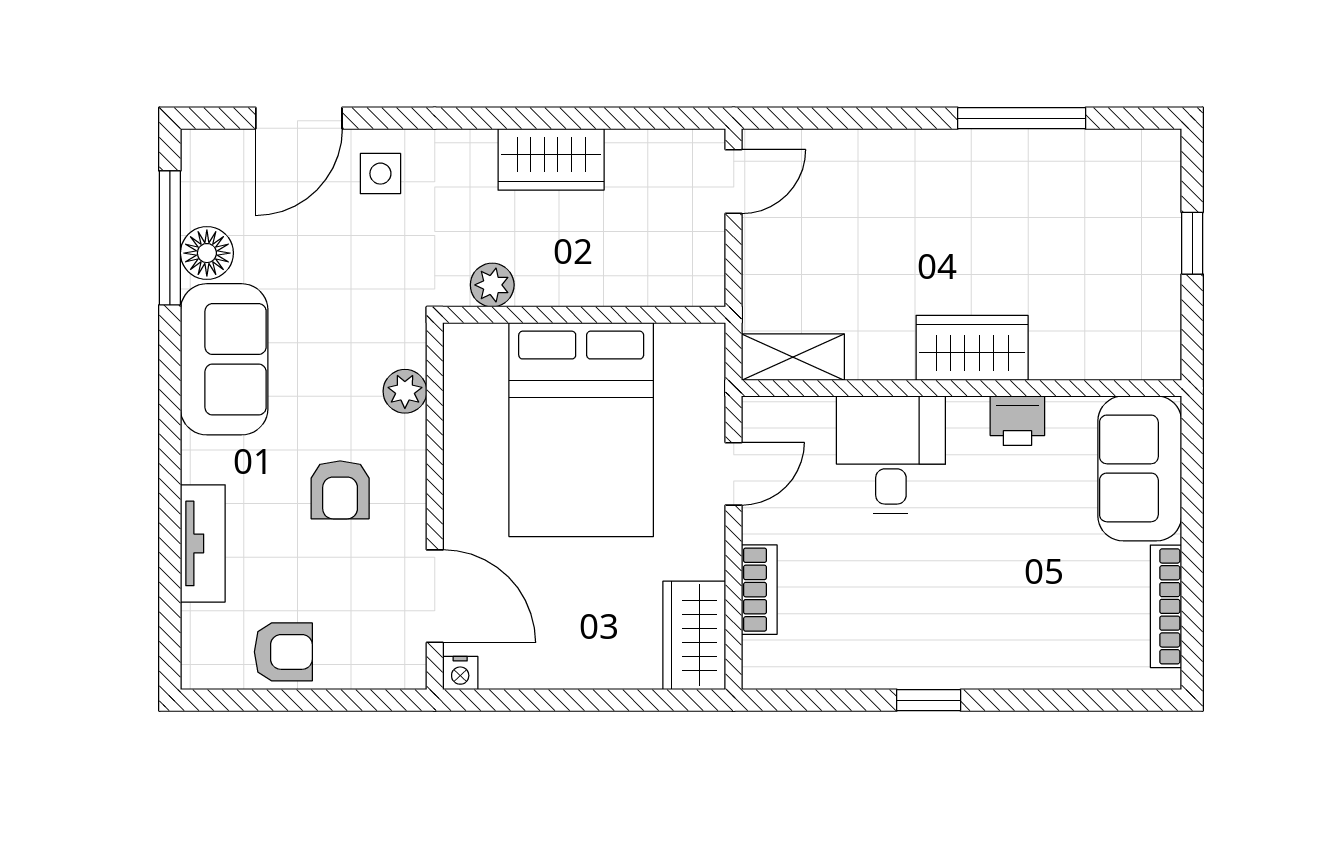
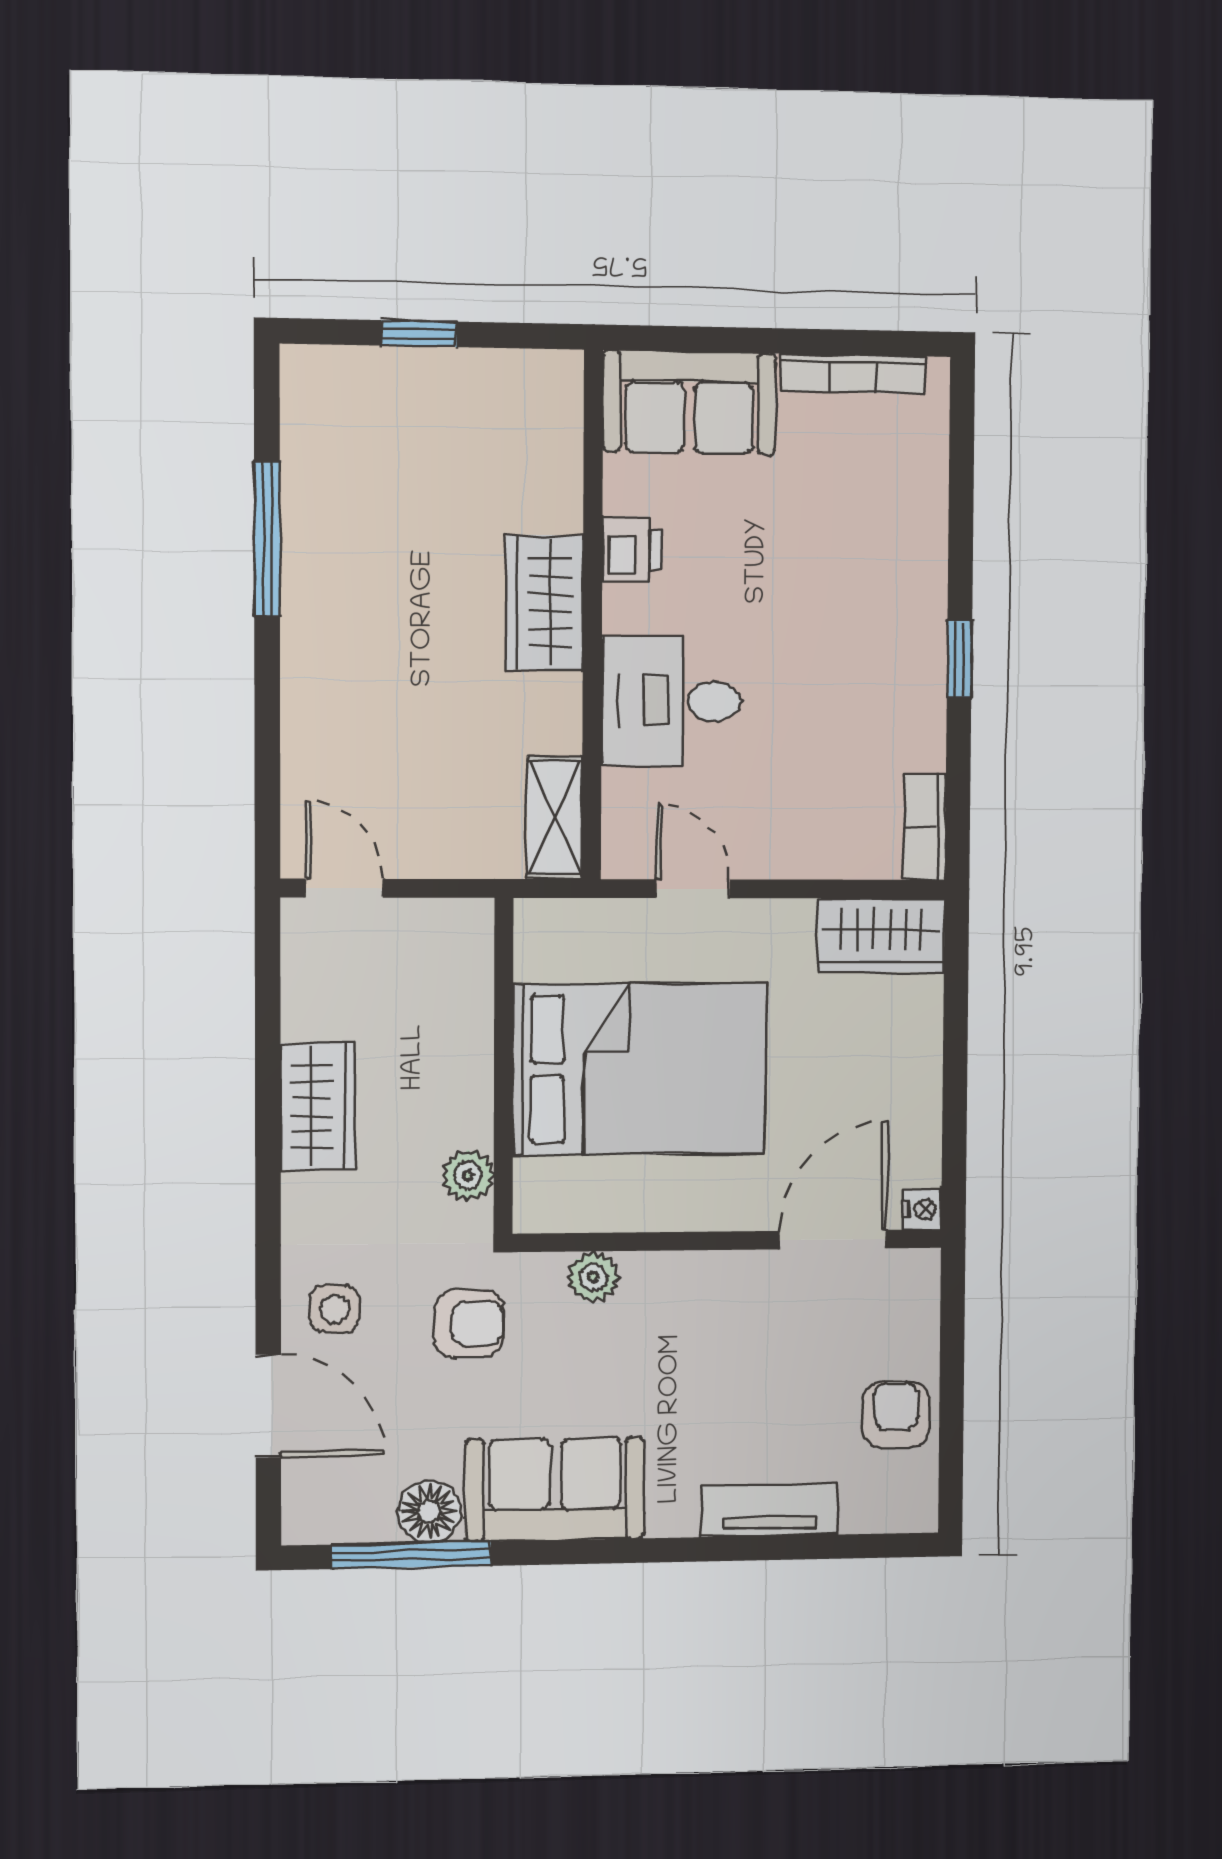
armchair: (340, 490) -> (469, 1323), moved
bookcase: (759, 590) -> (925, 827), moved, turned -90

